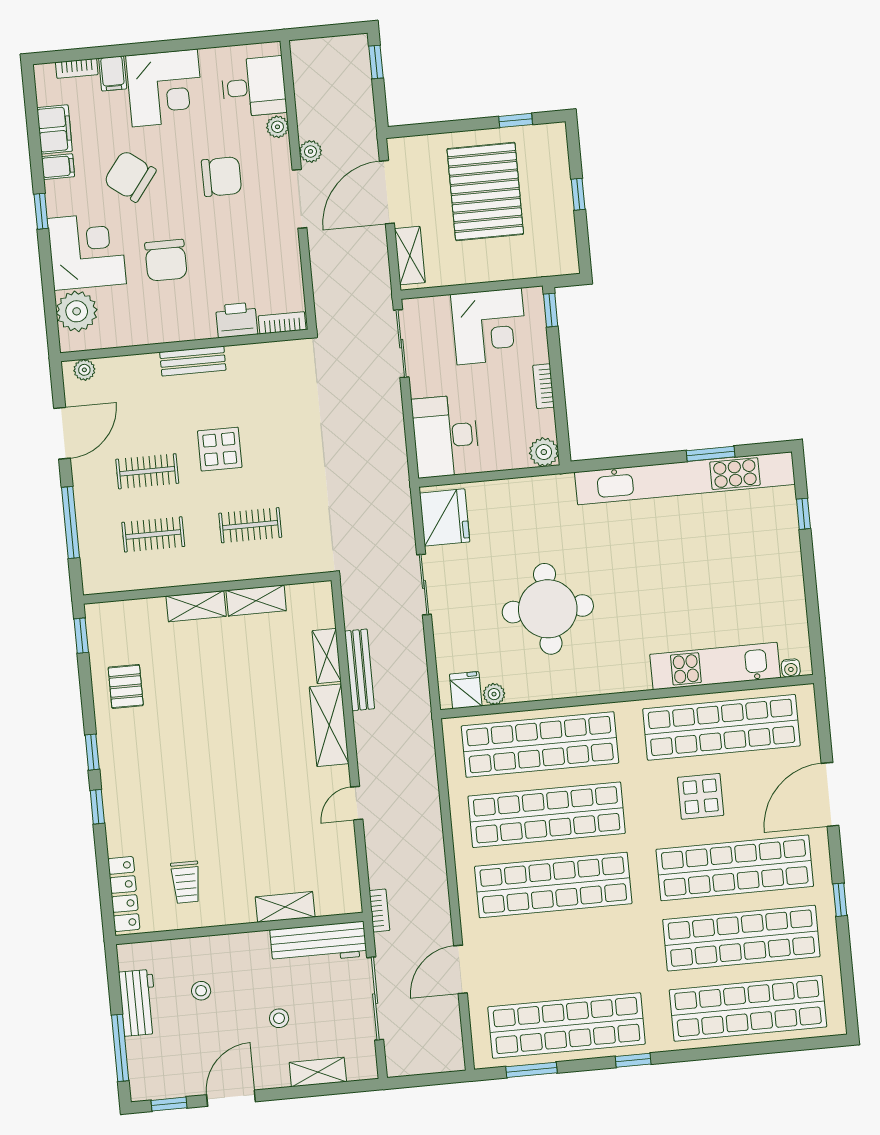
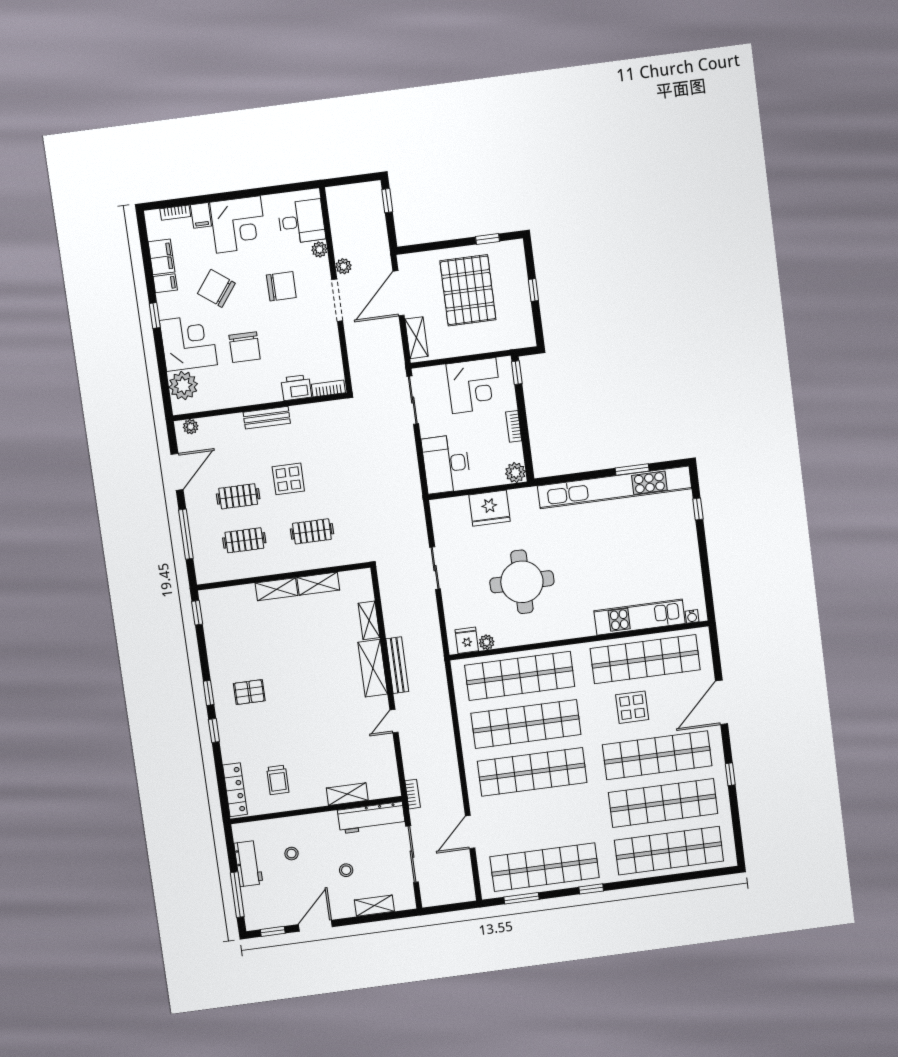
fridge: (445, 517) -> (490, 508), moved, turned 90
bench: (360, 670) -> (397, 665), moved
pallet: (126, 686) -> (249, 692), moved, turned 90

